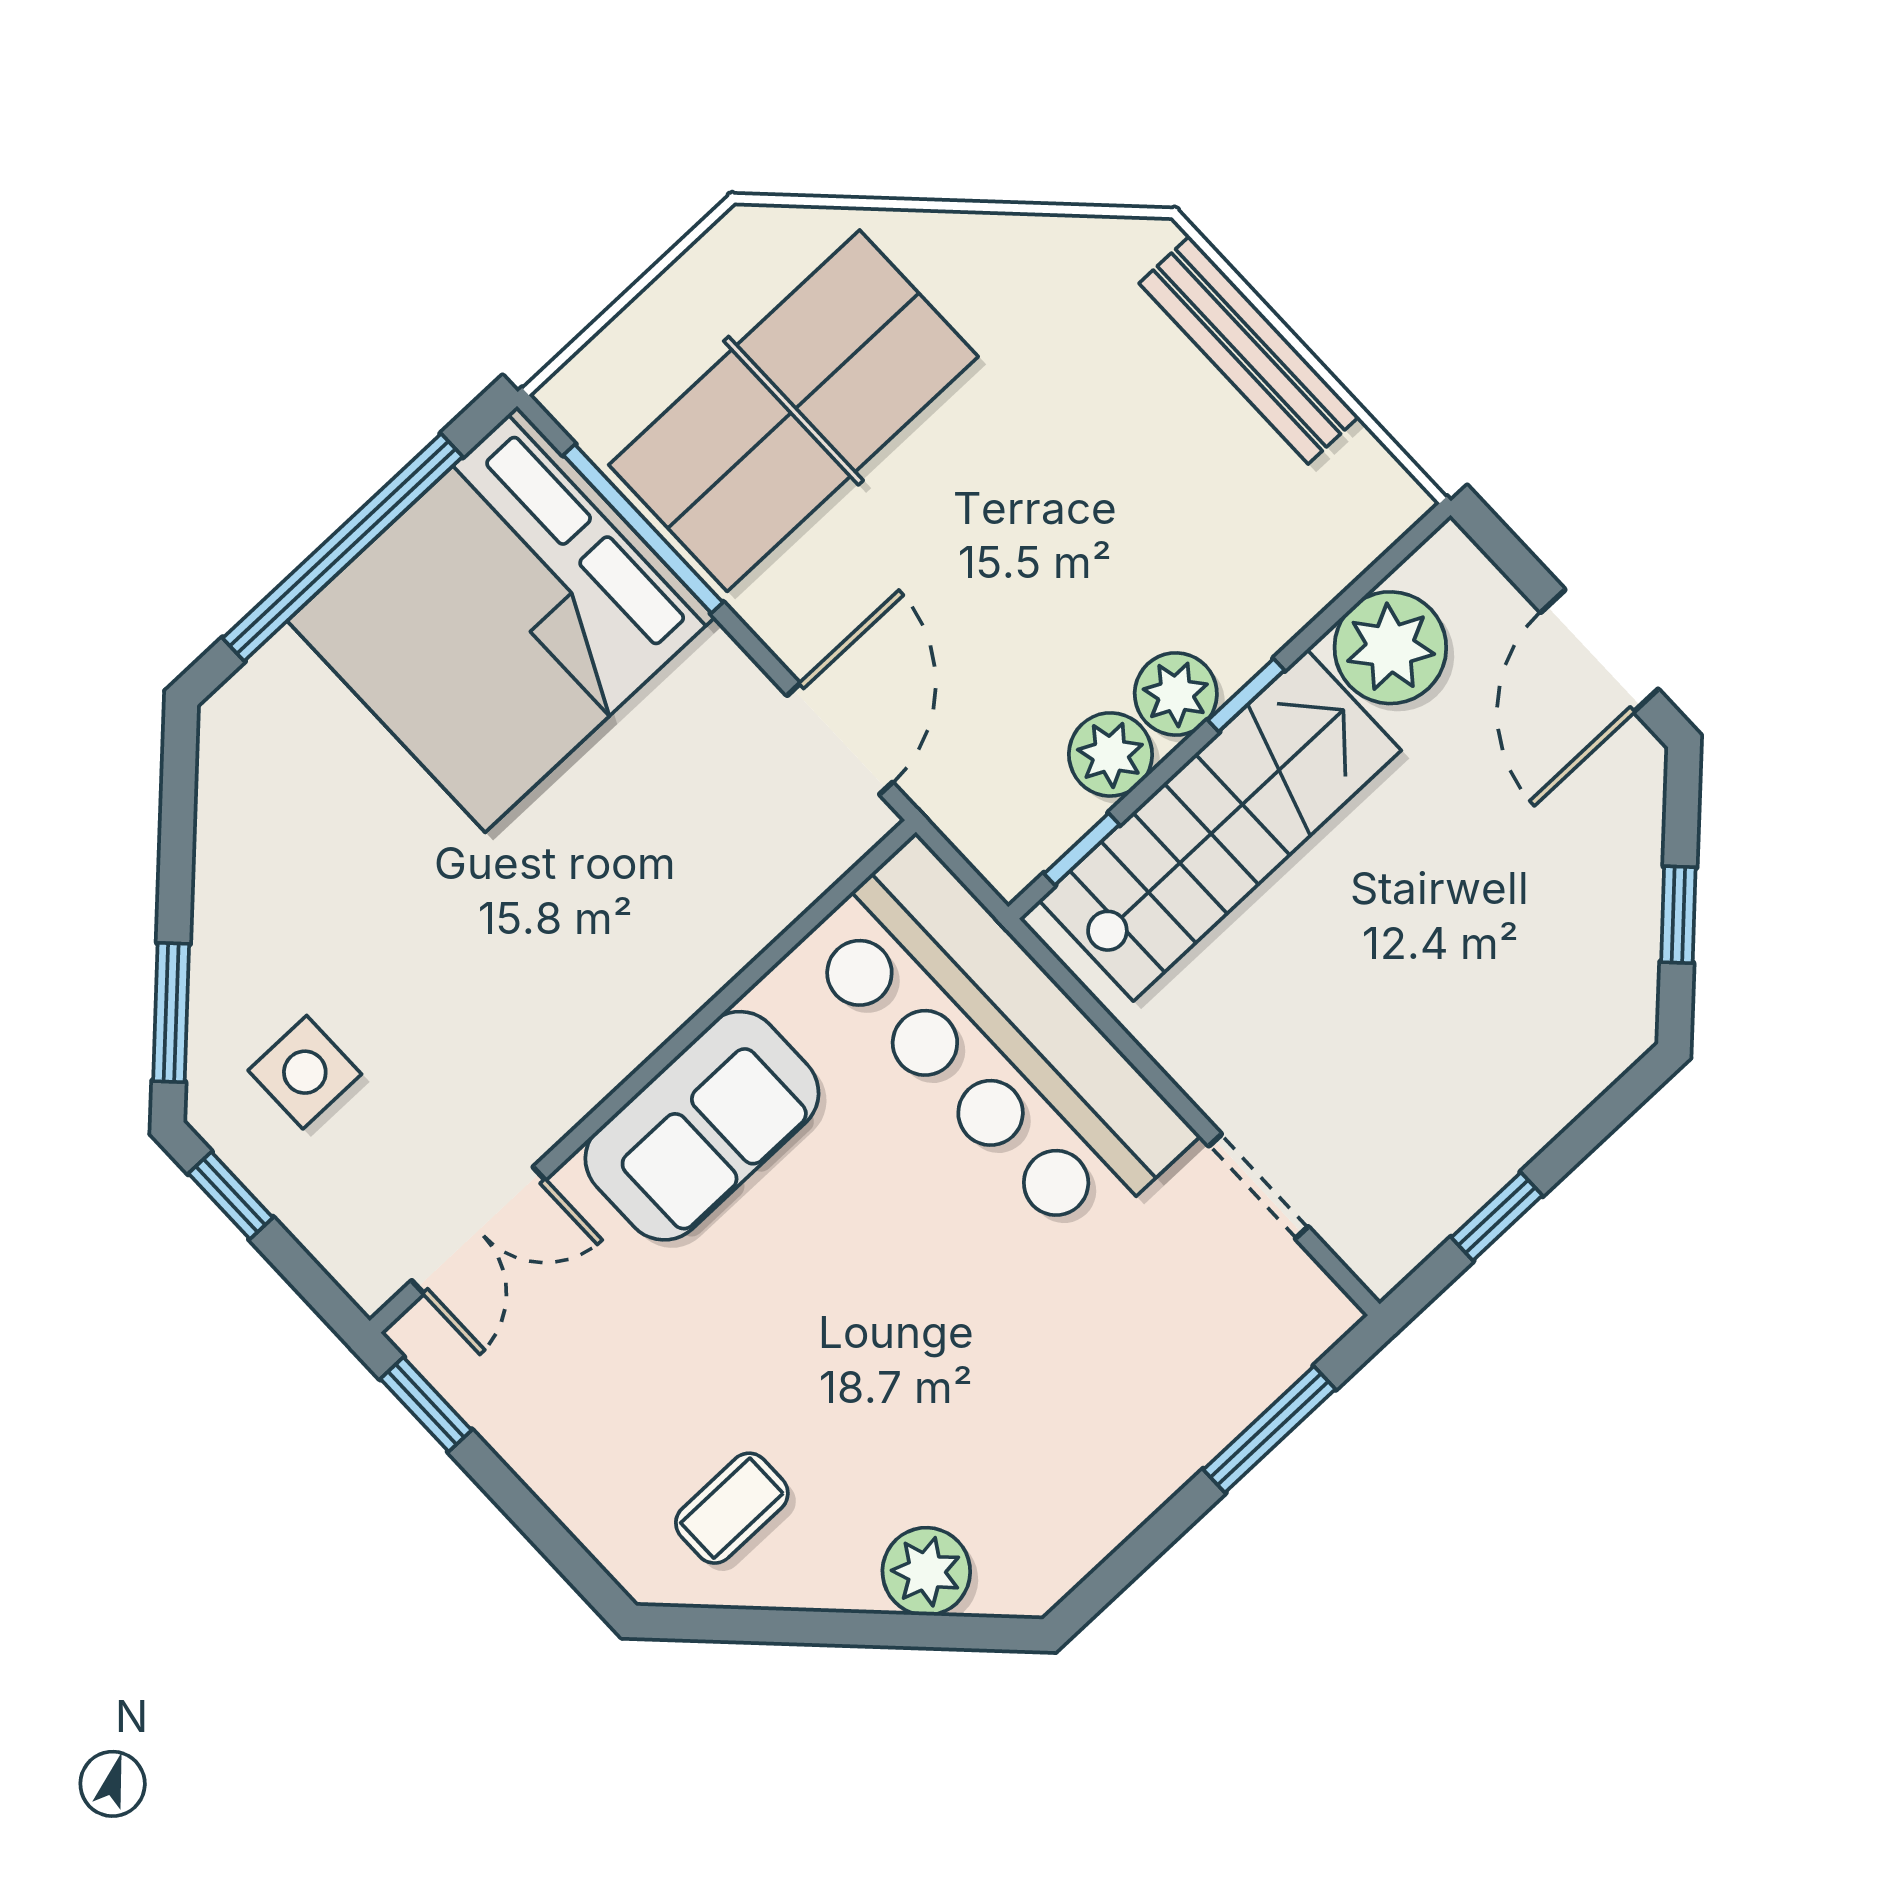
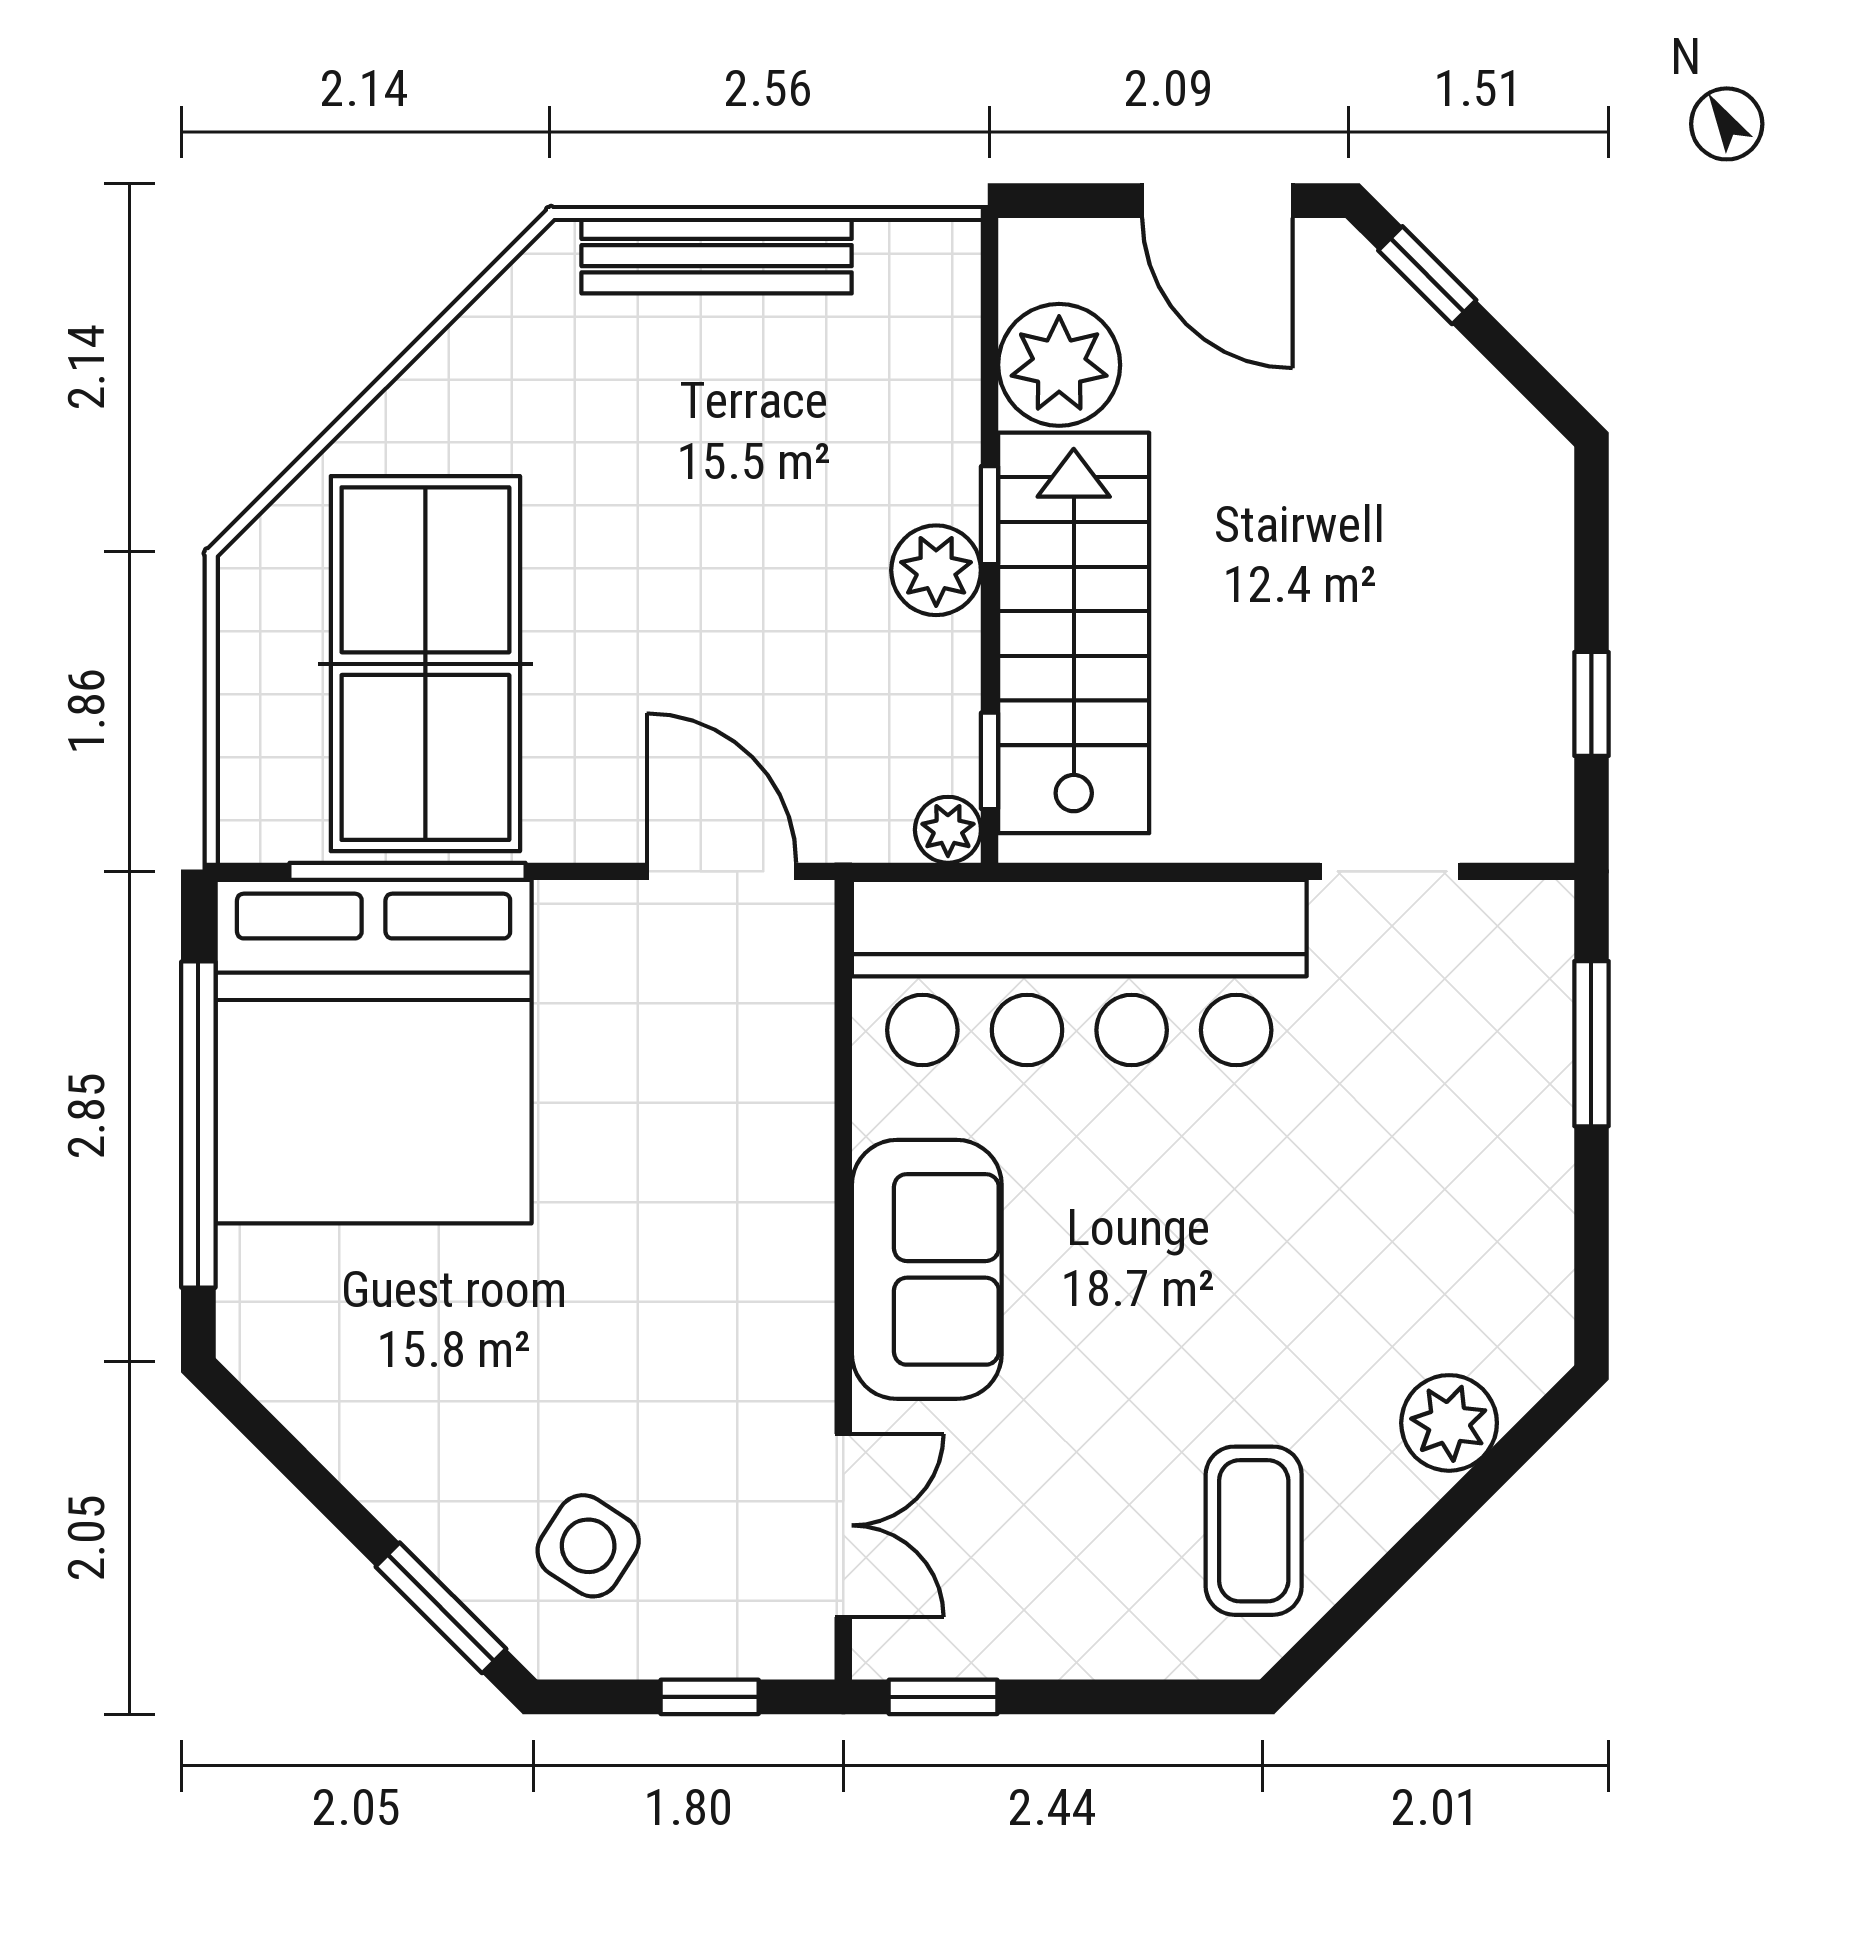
plant: (1111, 754) -> (948, 830), moved, width x0.73, depth x0.73
window: (1678, 915) -> (1427, 275), moved
side table: (305, 1072) -> (588, 1546), turned 33
window: (231, 1196) -> (710, 1697), moved
coffee table: (732, 1508) -> (1254, 1531), width x1.36, depth x1.30

